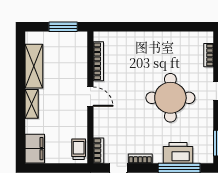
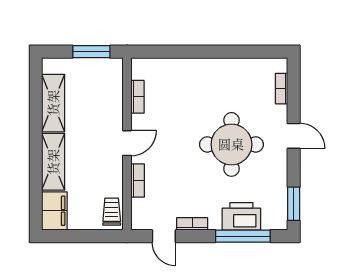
bookcase: (98, 61) -> (138, 97), width x0.64
door: (90, 97) -> (127, 143), hinge flipped
shelving: (32, 104) -> (53, 162), width x1.50, depth x1.33
bookcase: (99, 151) -> (138, 181), moved

